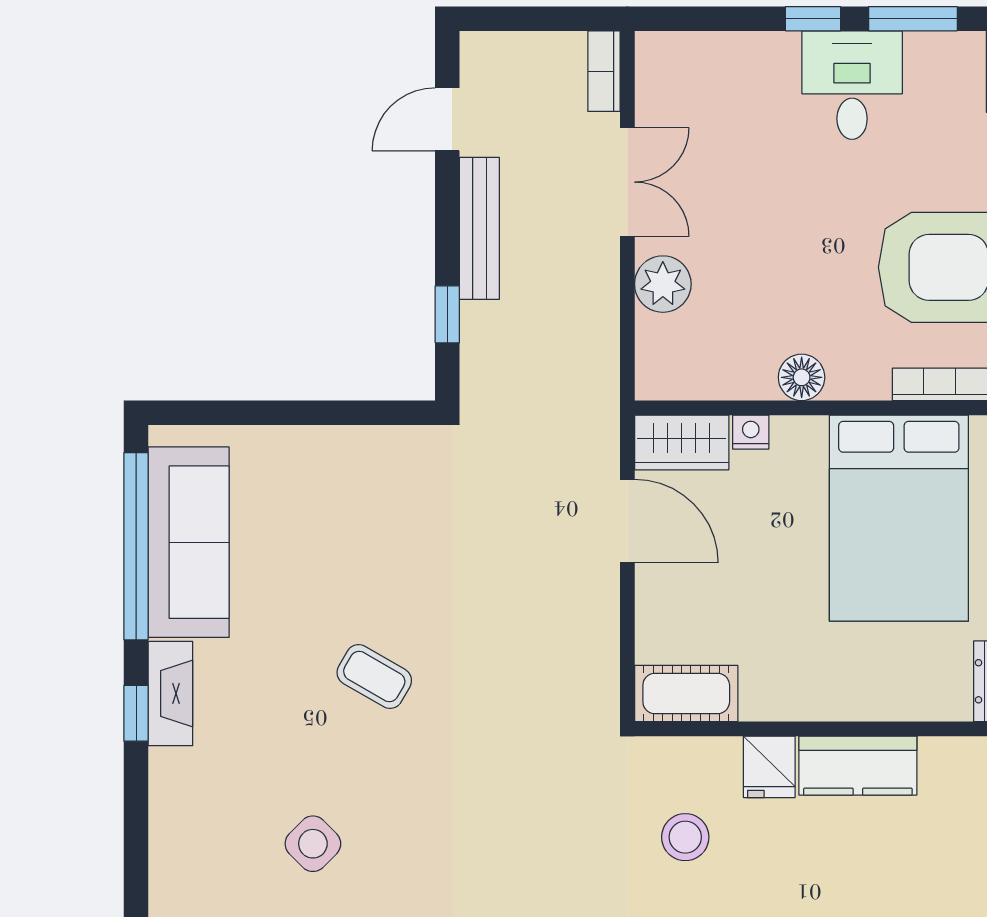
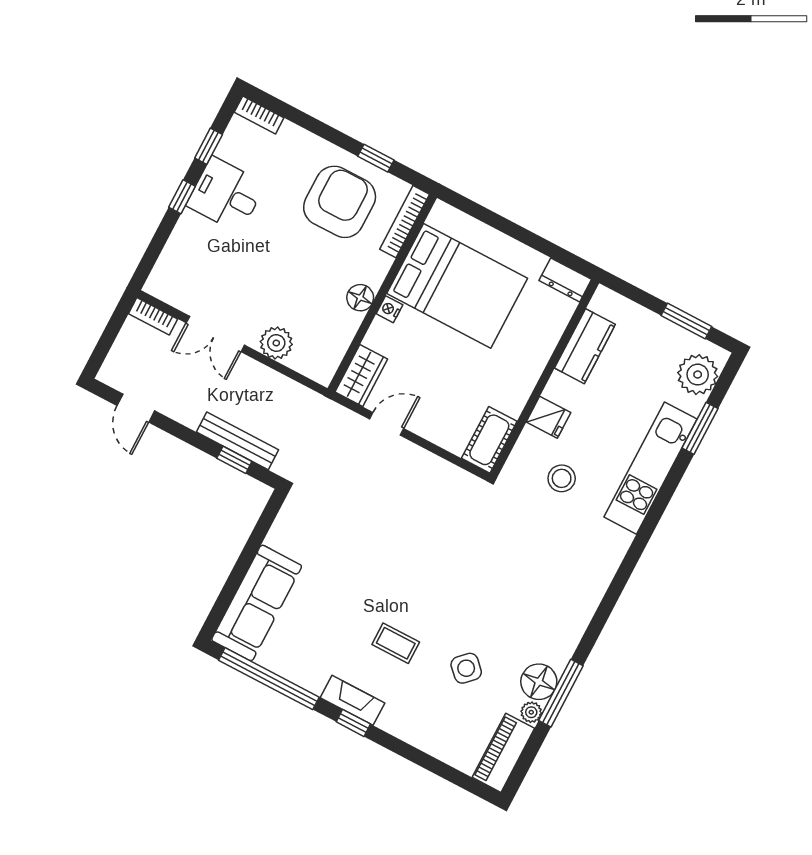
window: (913, 19) -> (209, 146), width x0.67
double door: (627, 182) -> (215, 334), swing flipped
bench: (479, 228) -> (237, 441), moved
nightstand: (751, 432) -> (389, 309), moved
door: (627, 521) -> (387, 424), width x0.73
sofa: (189, 542) -> (257, 603), moved, turned 90
coffee table: (374, 676) -> (396, 643), moved, turned 60
kitchen counter: (858, 766) -> (585, 346), moved

